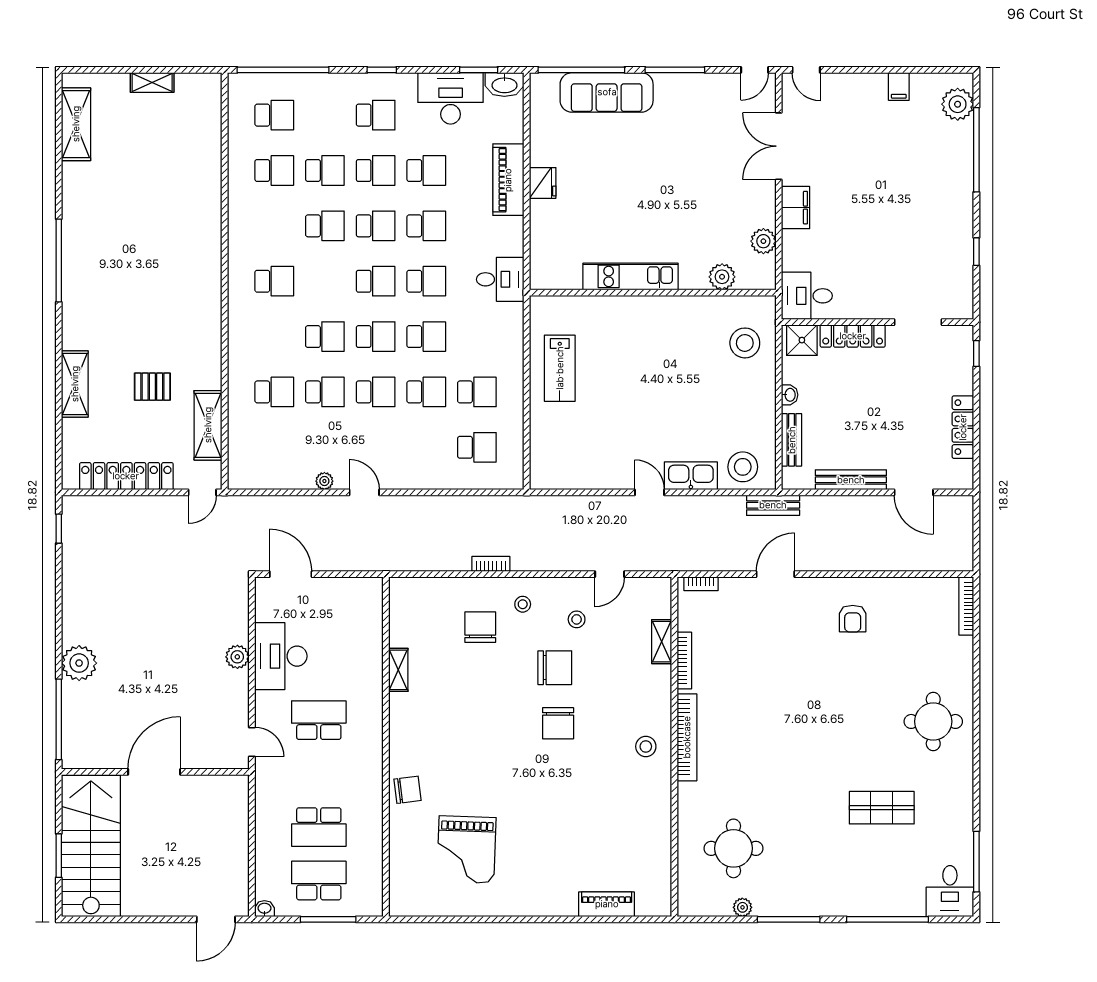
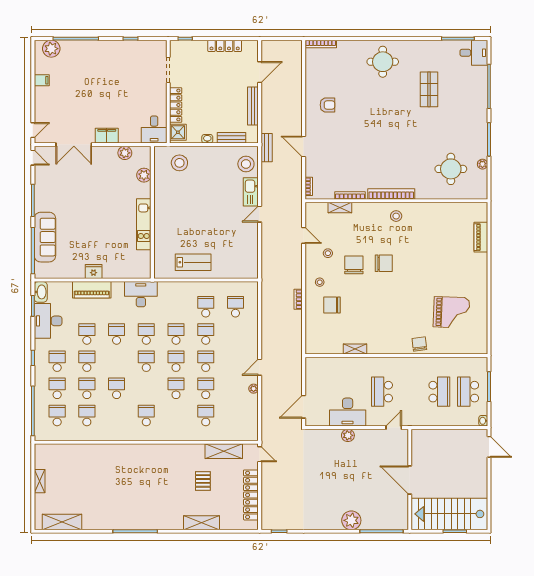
school desk: (376, 226) -> (57, 388), moved
desk: (500, 279) -> (141, 294), width x1.37

